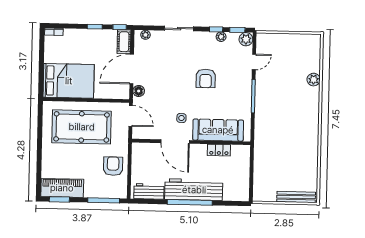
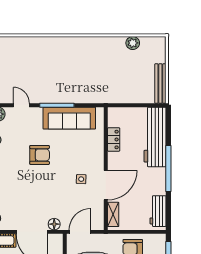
plant: (314, 80) -> (133, 43), moved
sofa: (218, 130) -> (69, 118), moved, turned -90
shelving: (147, 148) -> (113, 214), added
workbench: (194, 190) -> (155, 137), moved
bench: (296, 197) -> (160, 84), moved

